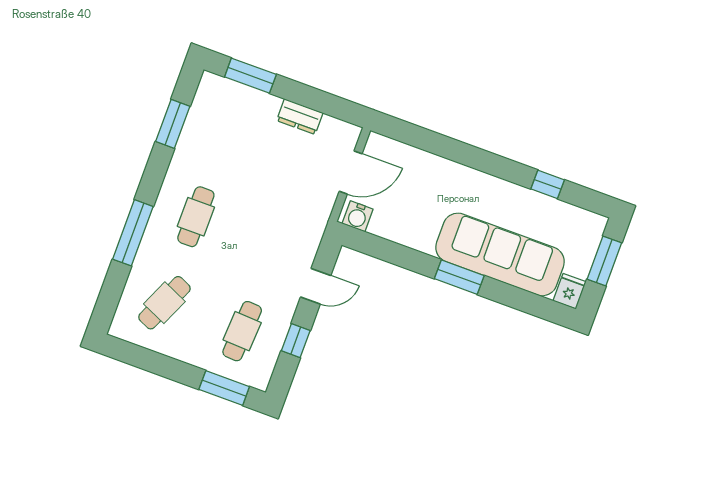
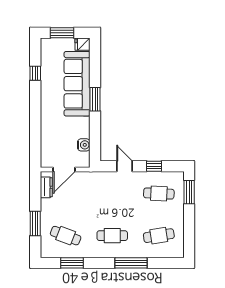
window: (250, 76) -> (35, 223), moved
dresser: (300, 117) -> (46, 187), moved
cafe table: (227, 131) -> (66, 236), added
door: (351, 172) -> (64, 169), swing flipped
water cooler: (358, 216) -> (84, 145), moved
cafe table: (164, 303) -> (159, 236), turned -33

